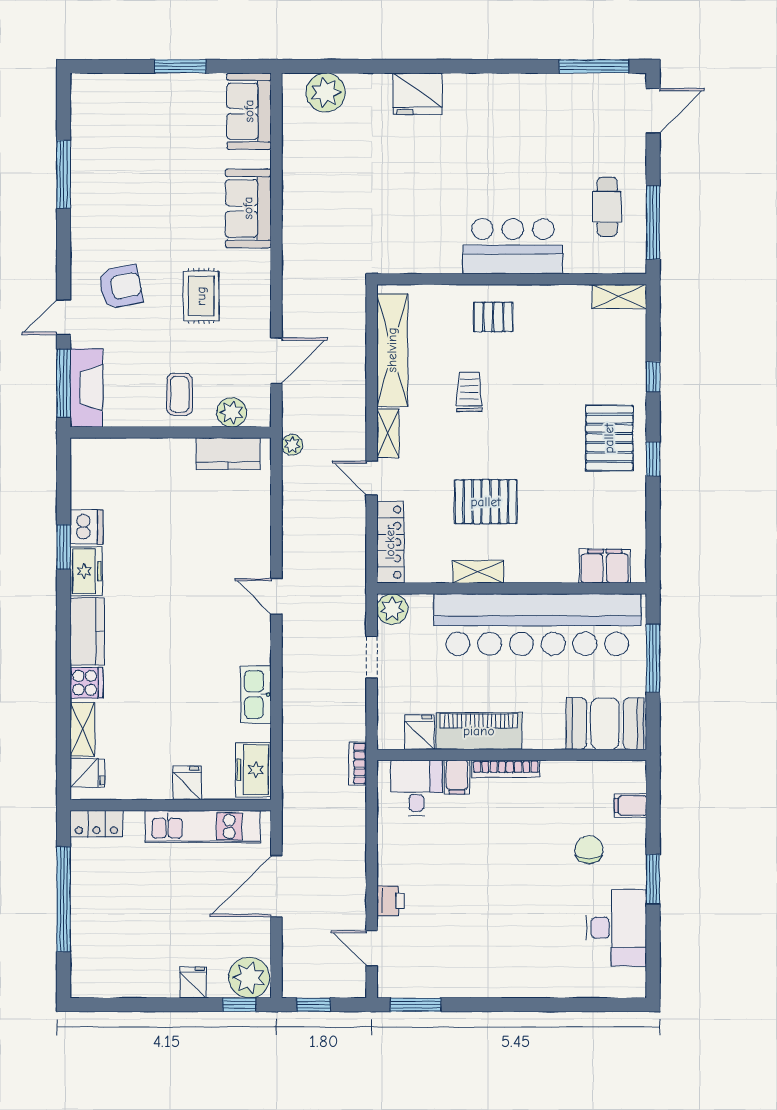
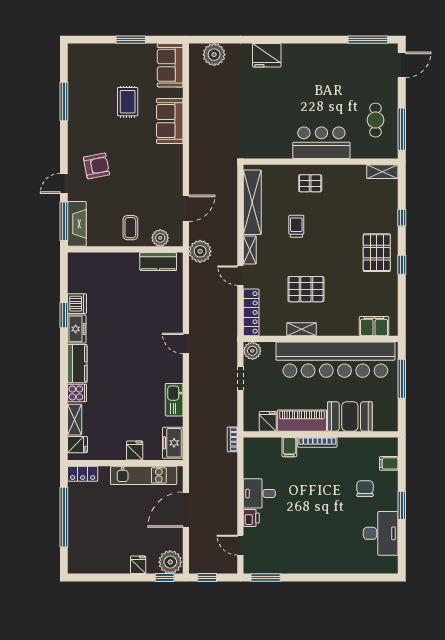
rug: (201, 296) -> (128, 102), moved
plant: (292, 445) -> (200, 251), width x1.88, depth x1.88
booth: (605, 724) -> (350, 416), moved
desk: (416, 788) -> (259, 493), moved, turned -90

